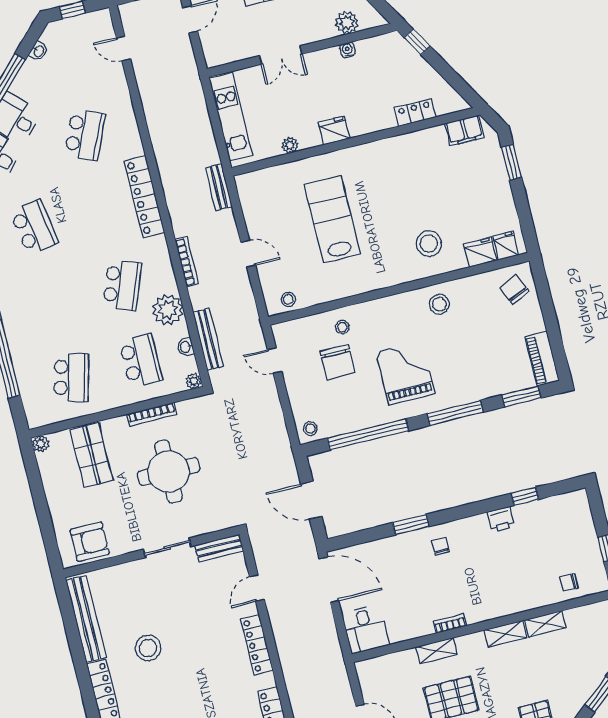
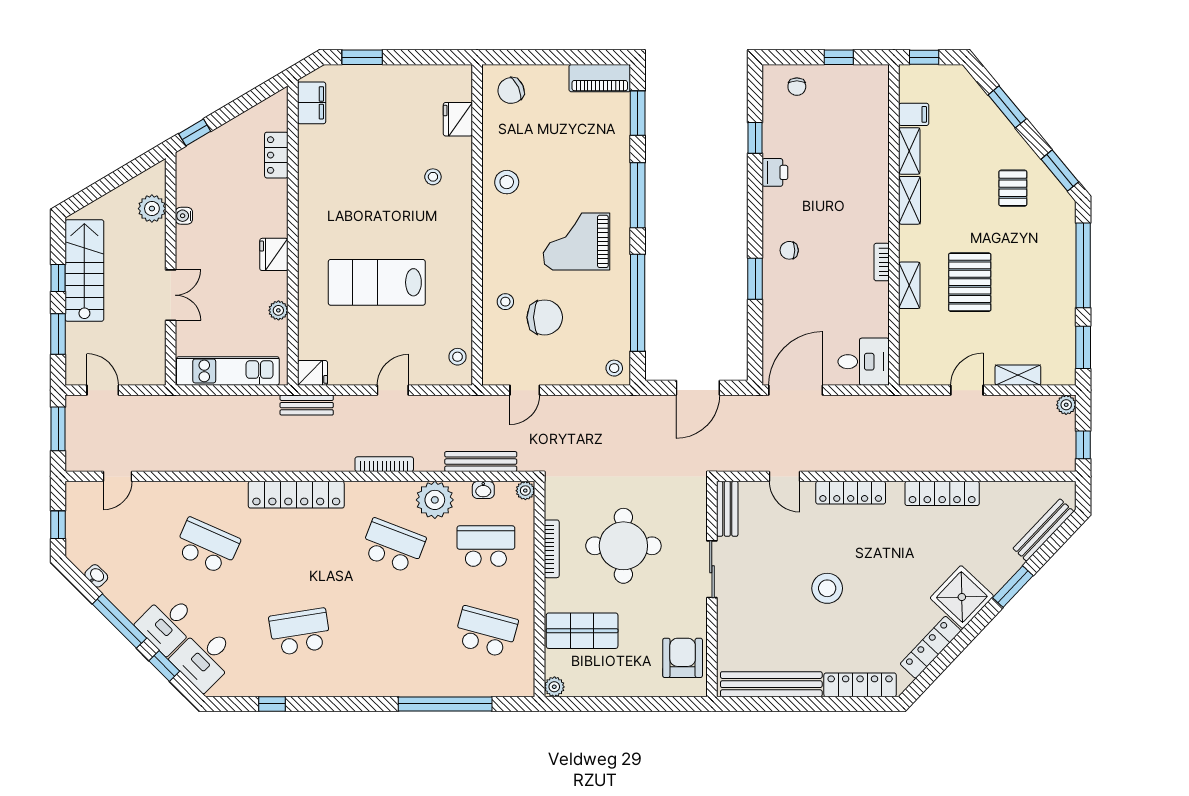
stool: (429, 244) -> (433, 177), width x0.53, depth x0.53
fridge: (506, 246) -> (312, 373), moved, turned 180
chair: (569, 583) -> (797, 87), moved
filing cabinet: (576, 620) -> (914, 114), added
stool: (148, 648) -> (827, 588), moved

